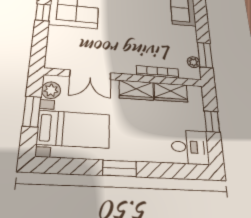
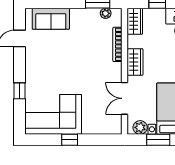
double door: (90, 75) -> (124, 98), swing flipped
wardrobe: (171, 92) -> (135, 21), moved

